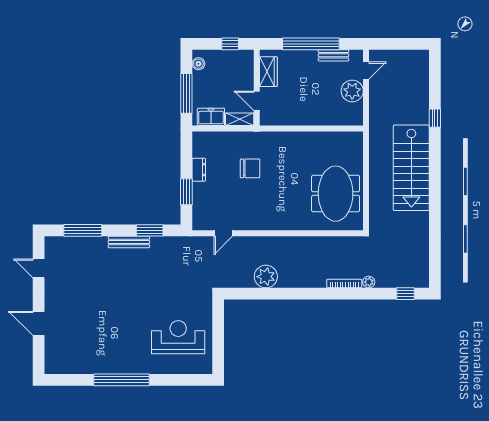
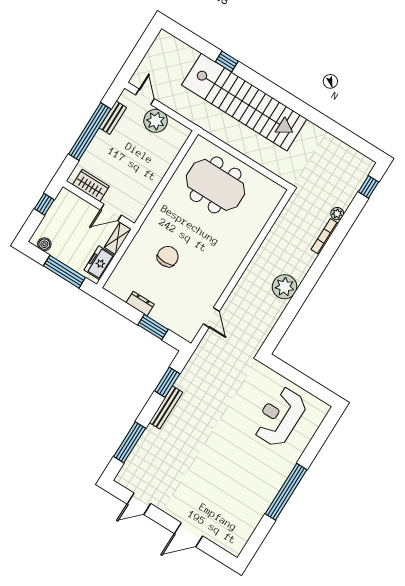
stairs: (411, 168) -> (244, 102), width x1.36
meeting table: (336, 194) -> (216, 185), moved
plant: (266, 277) -> (285, 287), moved

